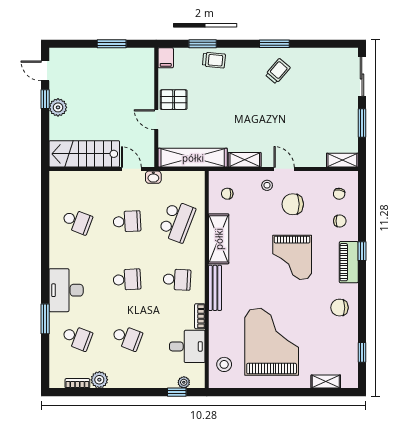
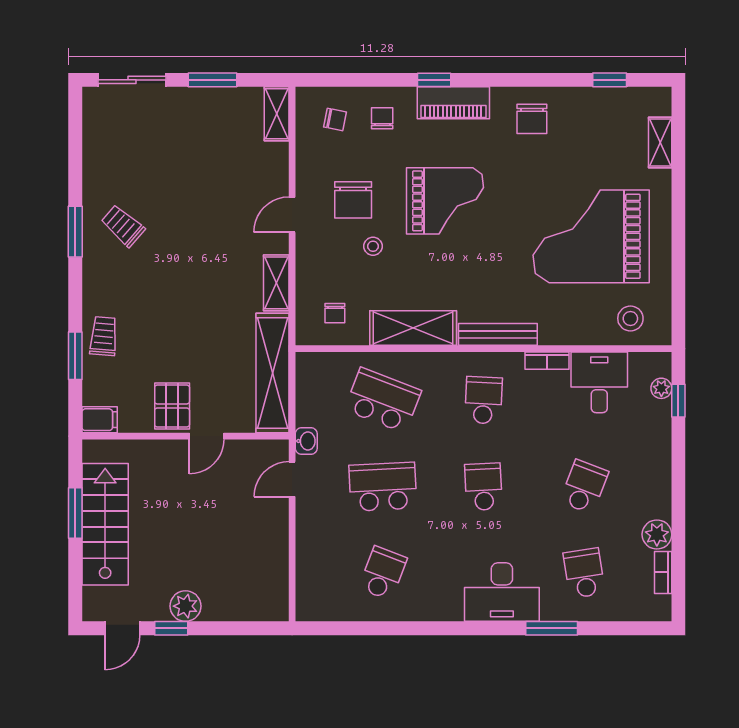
stairs: (84, 154) -> (105, 524), moved, turned 180
stool: (267, 185) -> (373, 246), moved
school desk: (127, 221) -> (383, 487), width x1.85
school desk: (77, 338) -> (584, 573), turned -30

